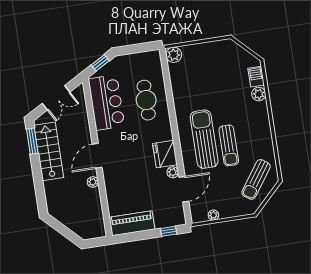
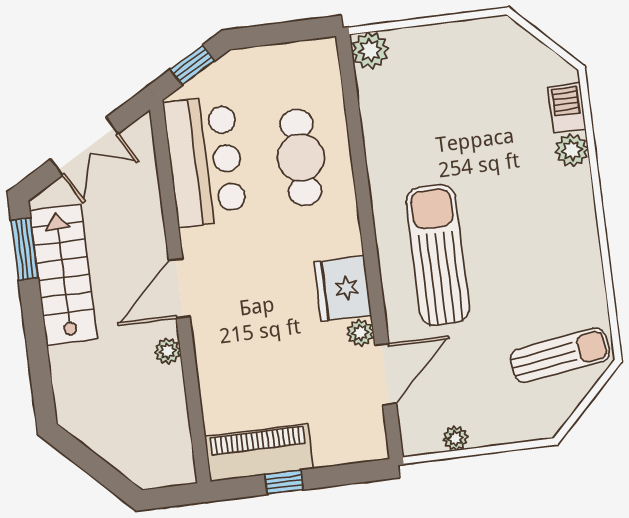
sun lounger: (229, 145) -> (497, 272), removed
sun lounger: (256, 179) -> (560, 355), turned -133
window: (169, 231) -> (284, 482), moved

